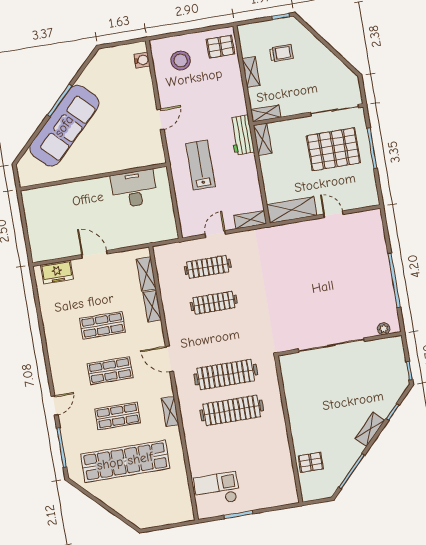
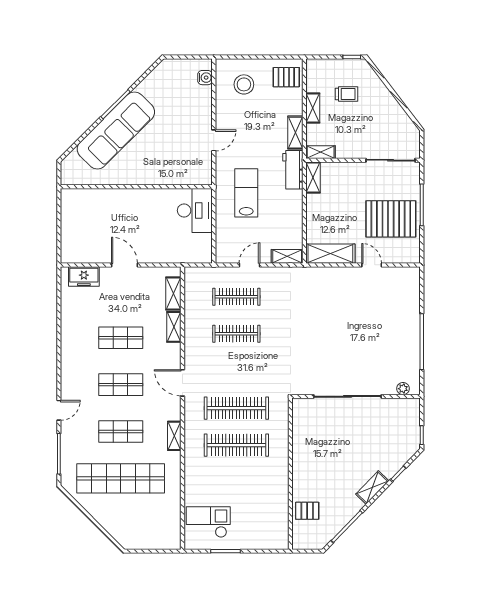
shelving: (238, 99) -> (295, 133), added
pallet: (333, 149) -> (391, 219), moved
desk: (134, 189) -> (195, 210), moved, turned 90

